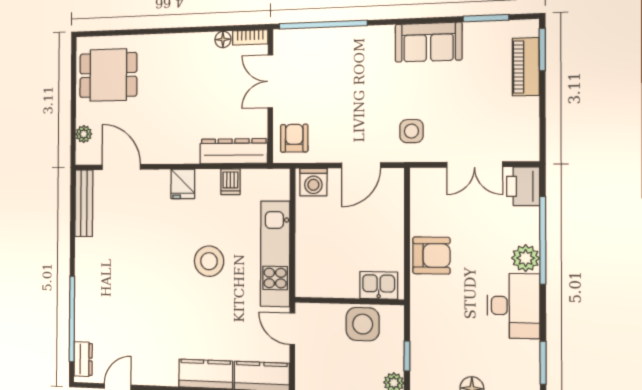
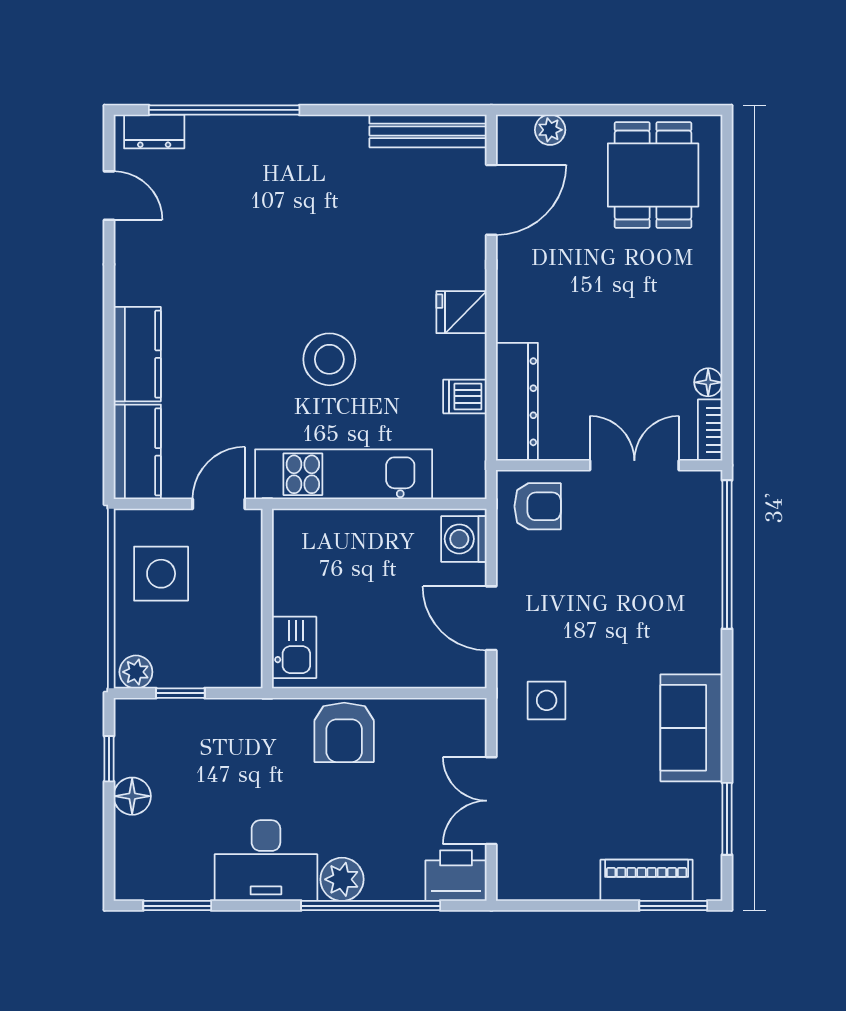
side table: (363, 324) -> (161, 574), moved

